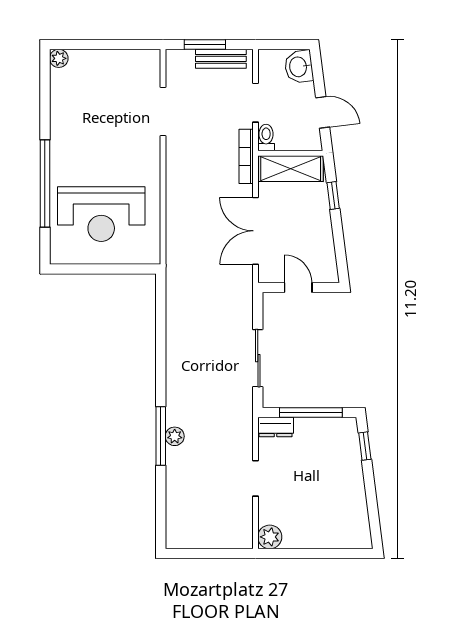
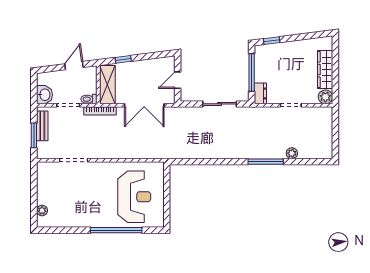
plant: (59, 58) -> (42, 211), moved
washbasin: (299, 67) -> (44, 95), moved, turned -83
plant: (175, 436) -> (292, 153), moved
wardrobe: (316, 536) -> (325, 70), added

